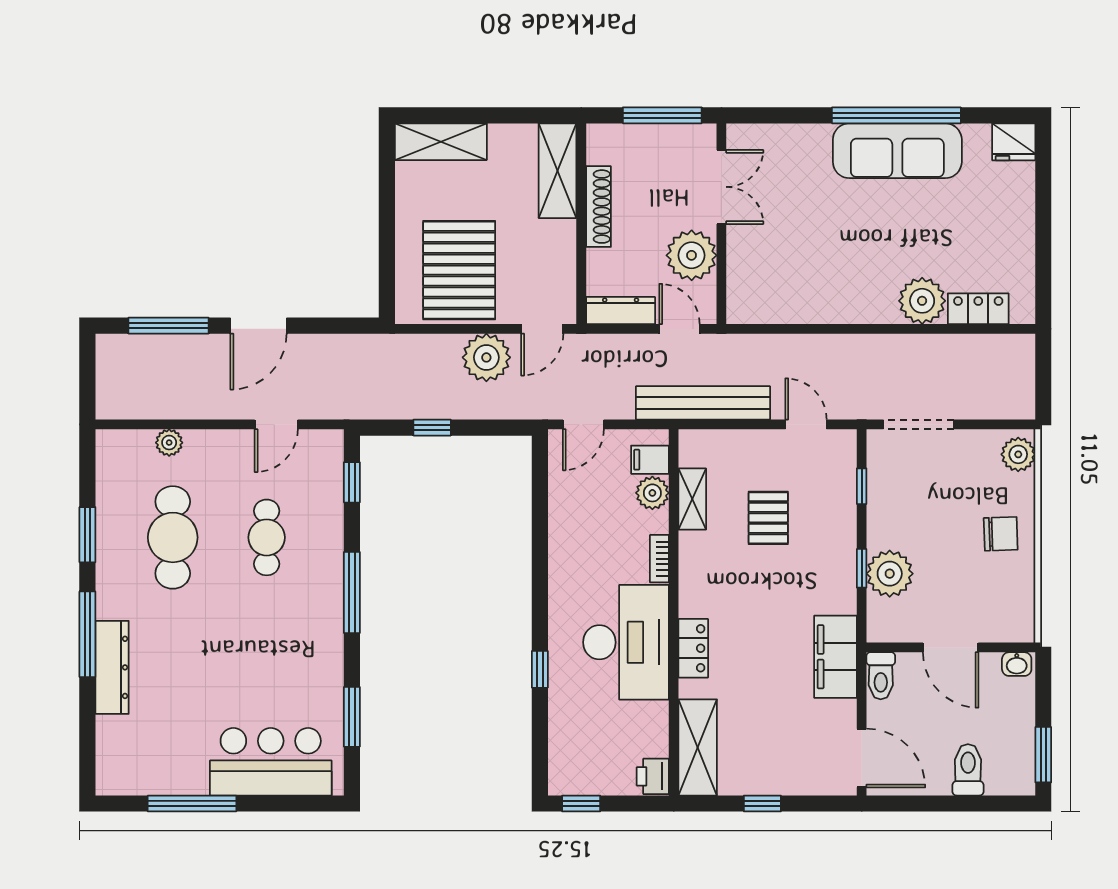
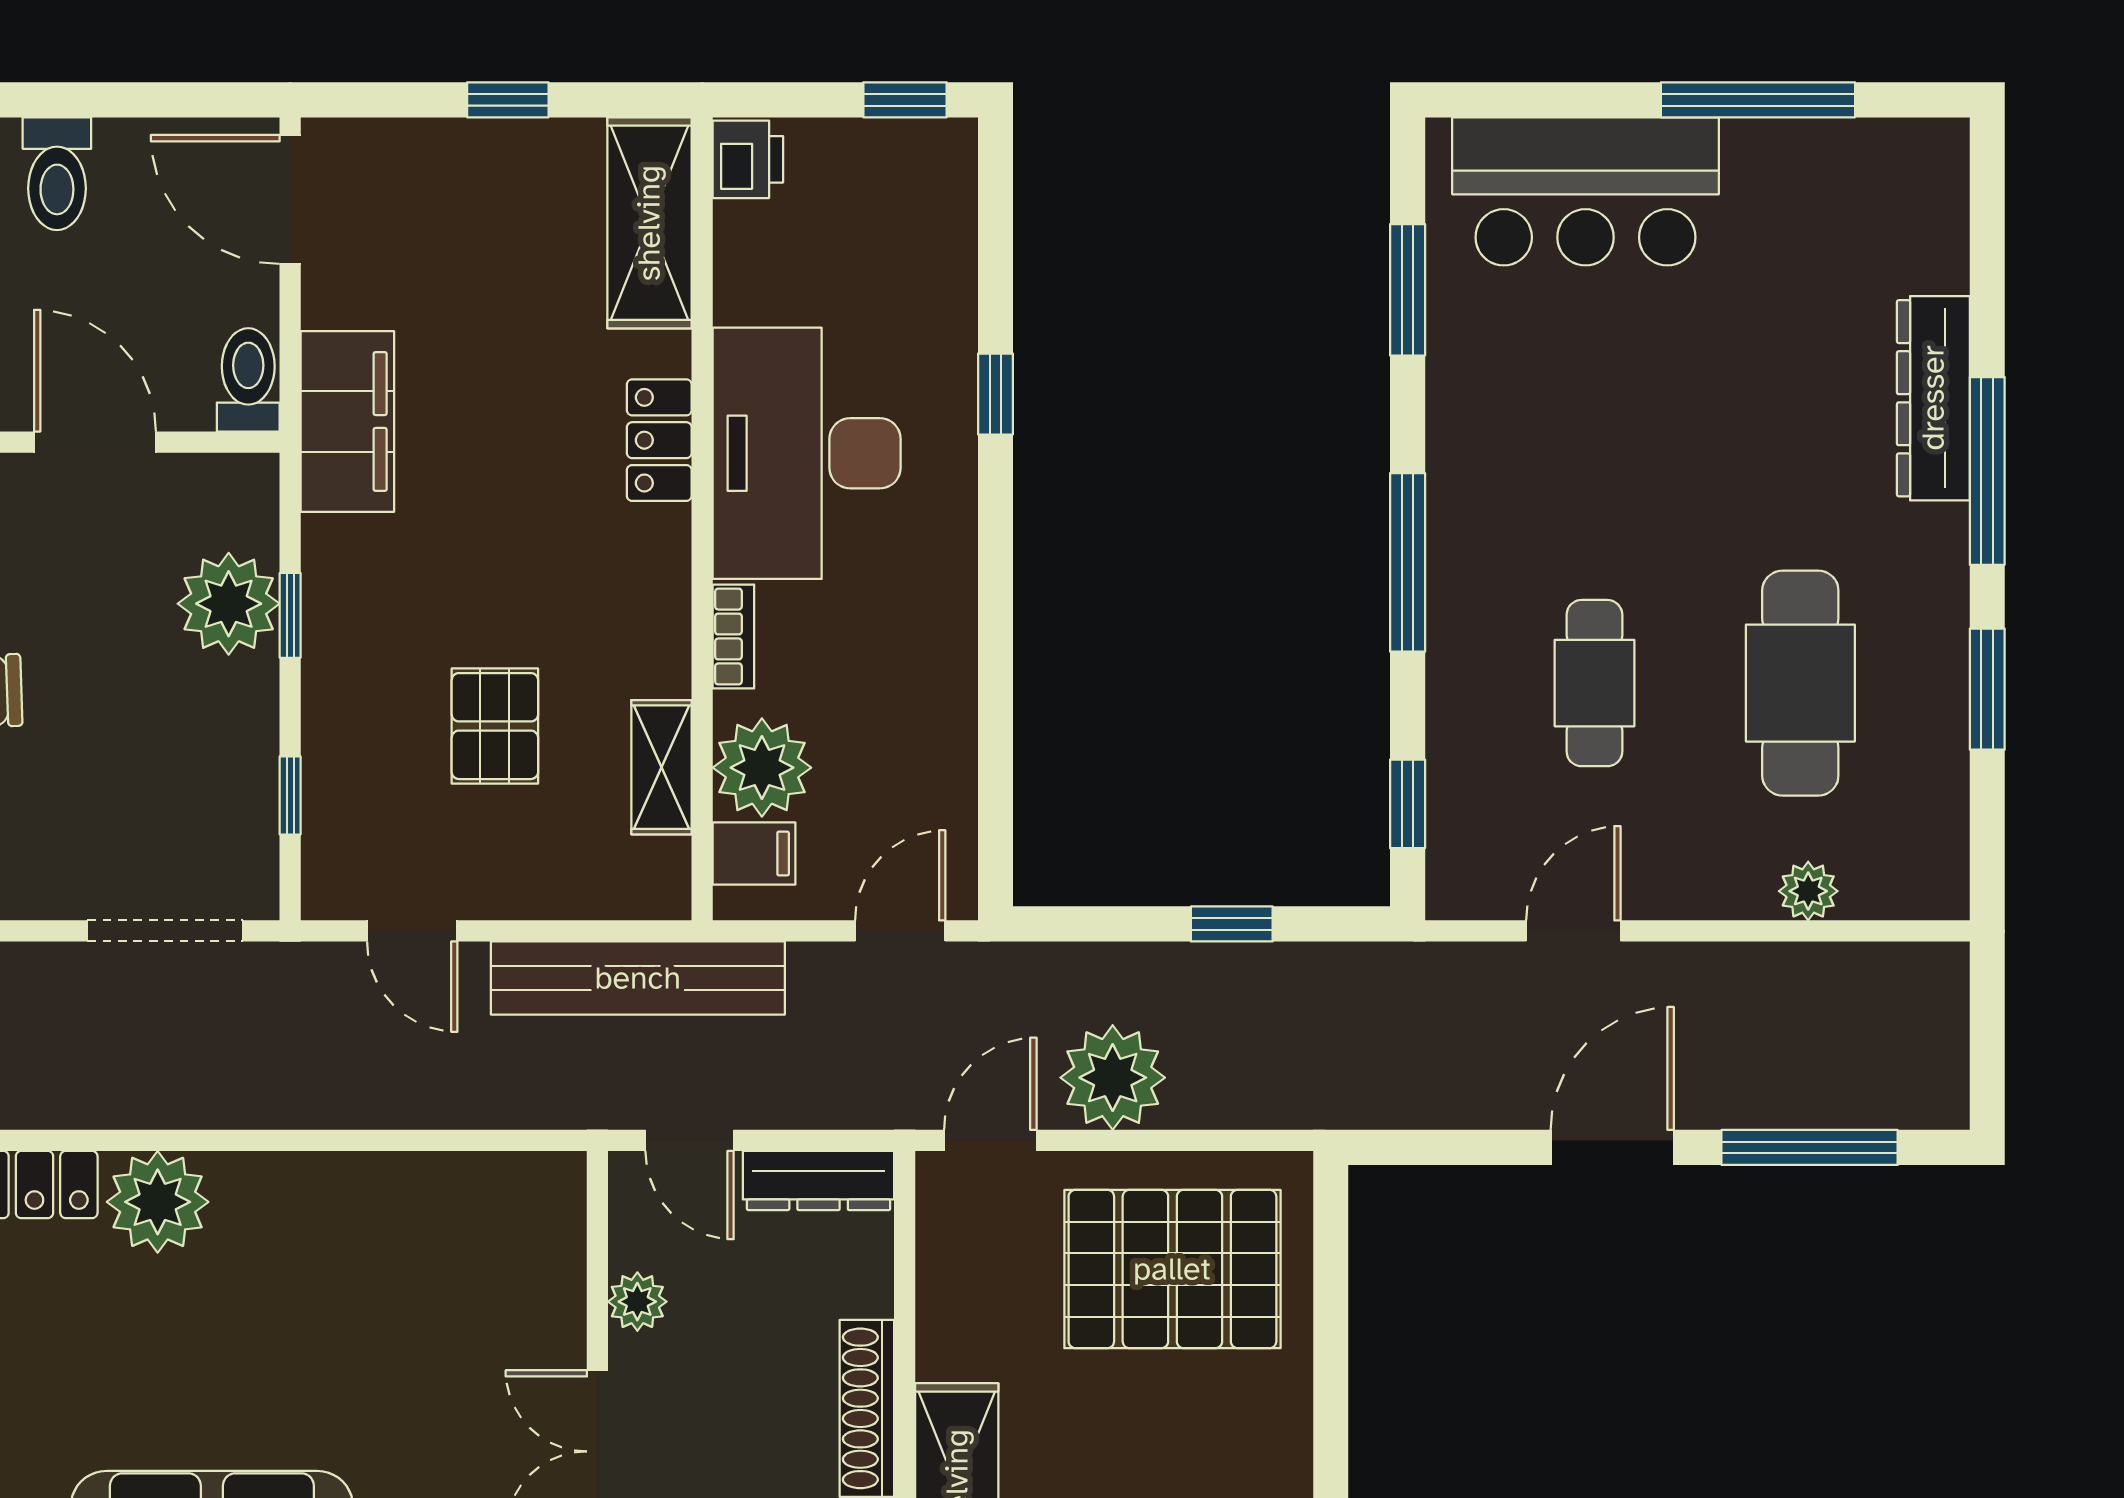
plant: (692, 255) -> (637, 1302), width x0.53, depth x0.53
pallet: (459, 270) -> (1172, 1269), turned 90
plant: (652, 493) -> (762, 768), width x1.36, depth x1.36

